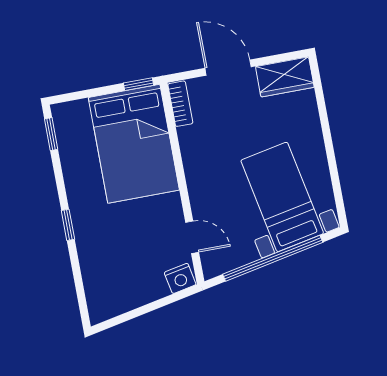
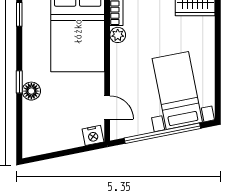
plant: (188, 137) -> (118, 35), added
floor lamp: (86, 234) -> (31, 91), added

